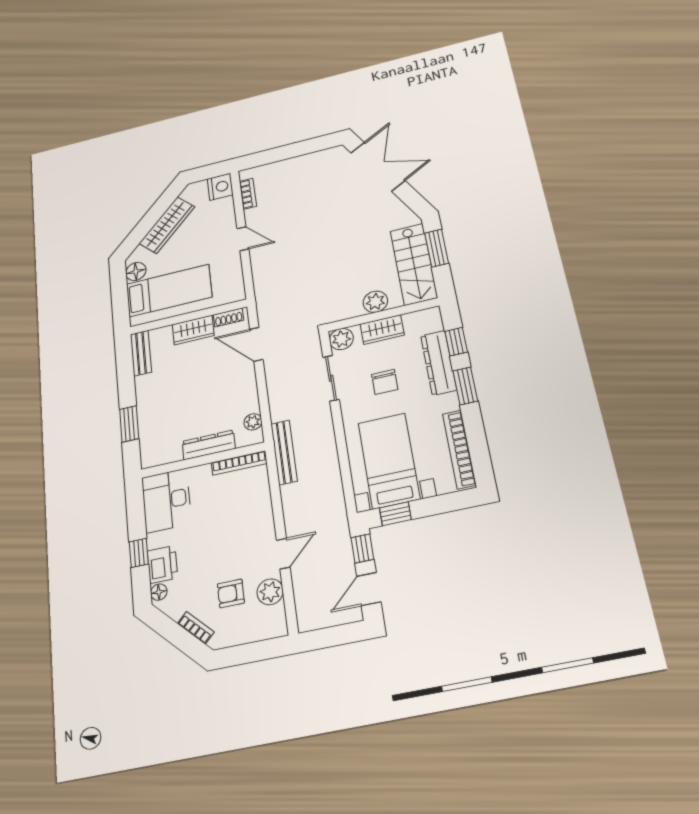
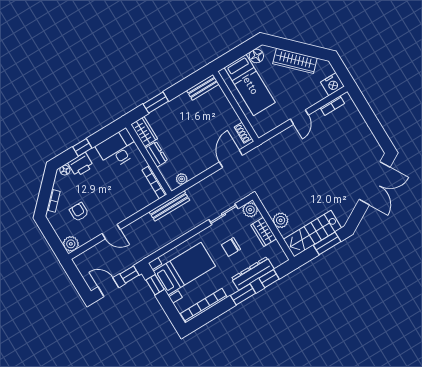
wardrobe: (193, 330) -> (144, 132), moved, turned 180
dresser: (209, 445) -> (156, 154), width x0.70
plant: (270, 592) -> (71, 244), moved

